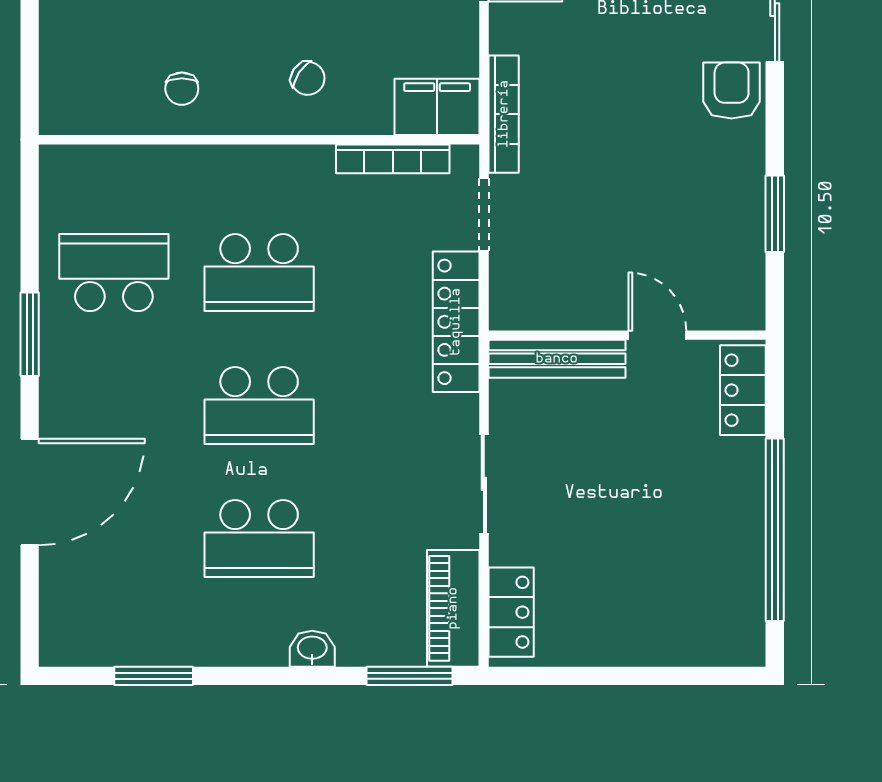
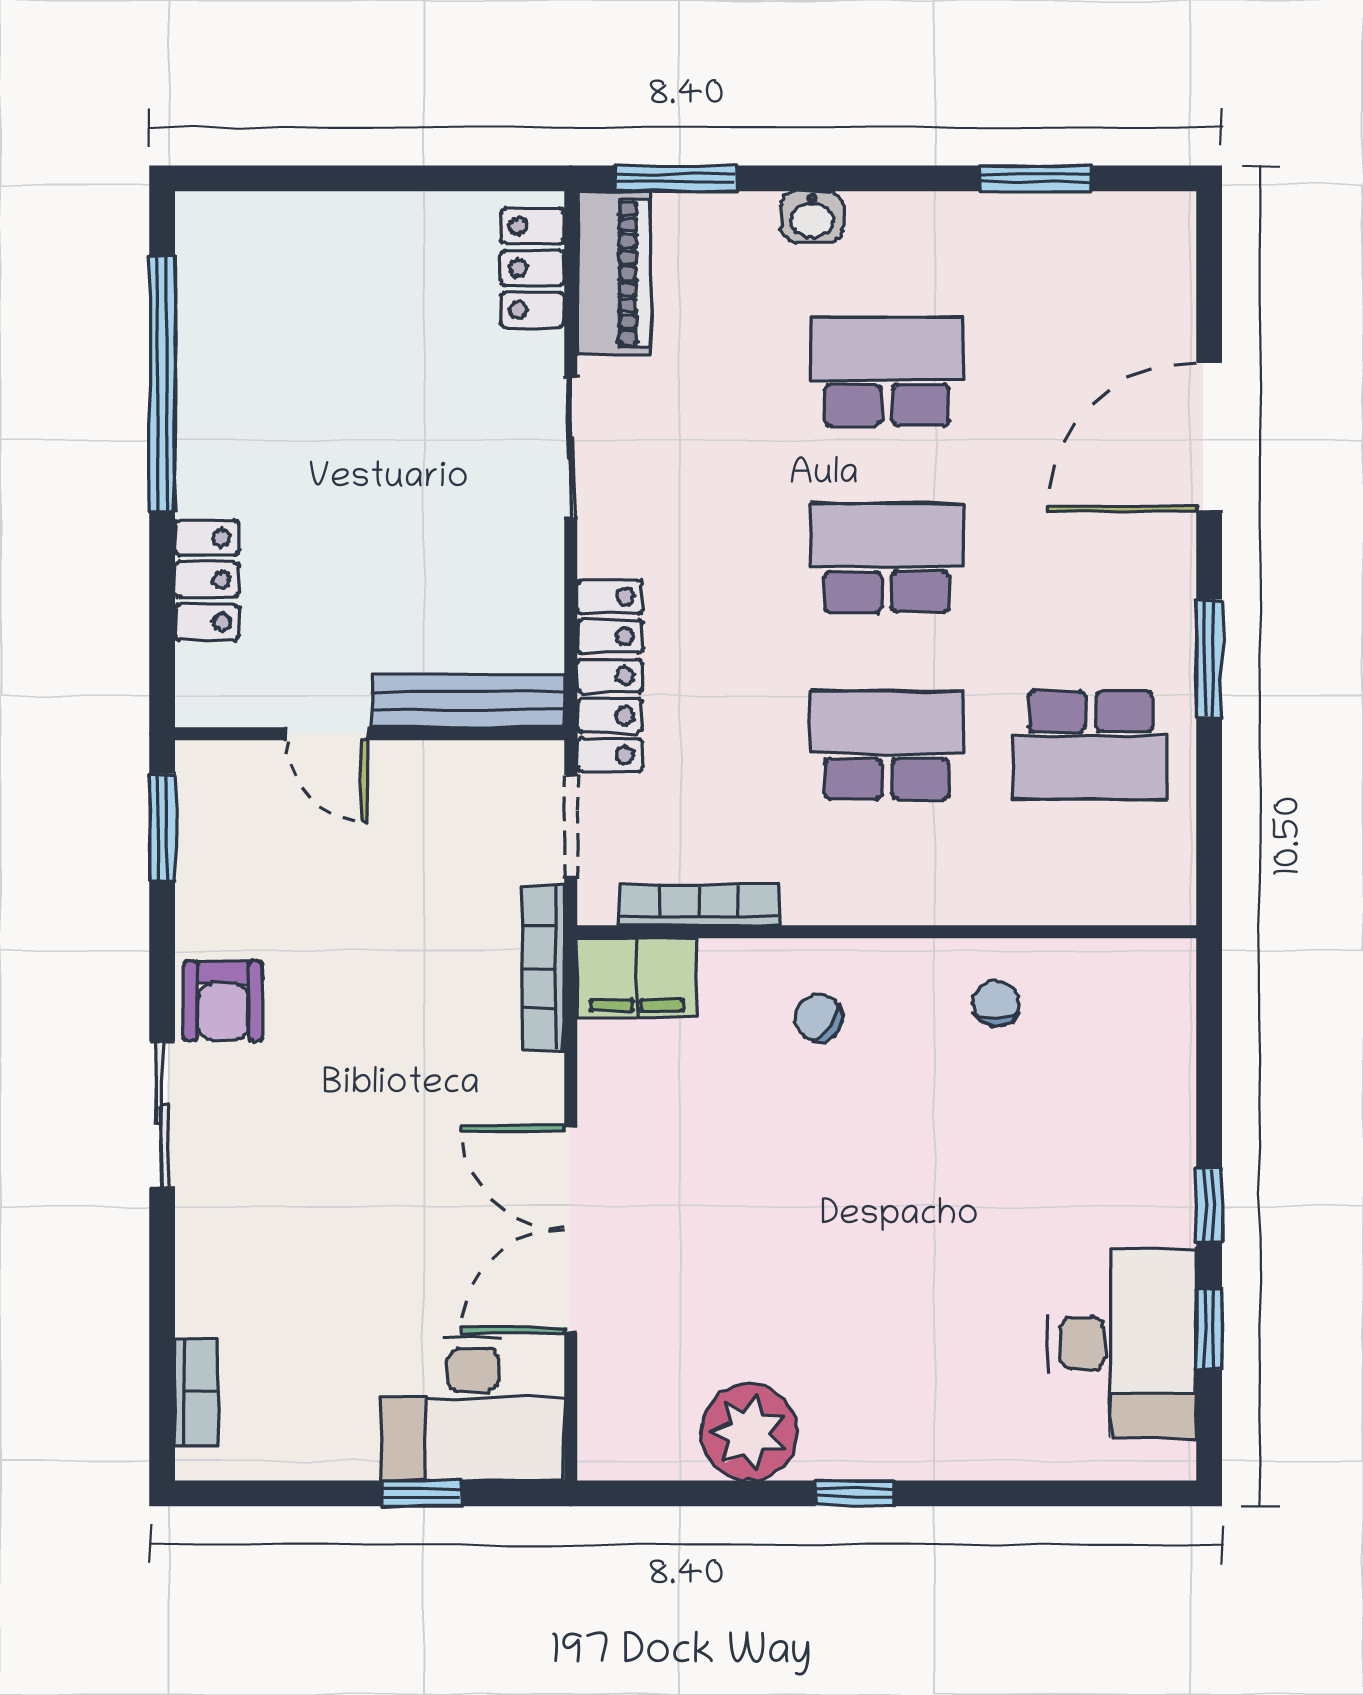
wall: (627, 335) -> (370, 734), moved
door: (657, 335) -> (327, 734), moved
bench: (557, 359) -> (468, 700), moved

